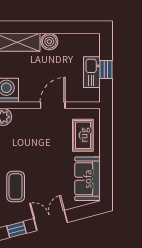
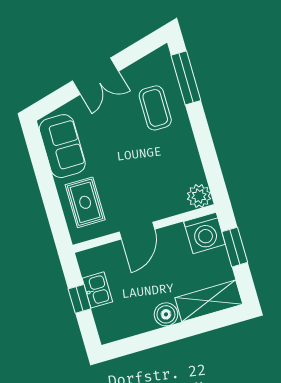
kitchen sink: (92, 72) -> (97, 290), width x0.73
window: (16, 230) -> (137, 51), removed

